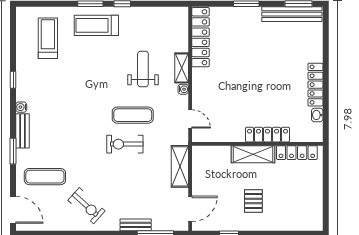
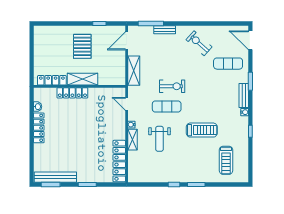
treadmill: (96, 25) -> (202, 130), moved
pallet: (253, 201) -> (82, 46), width x1.50, depth x1.42

